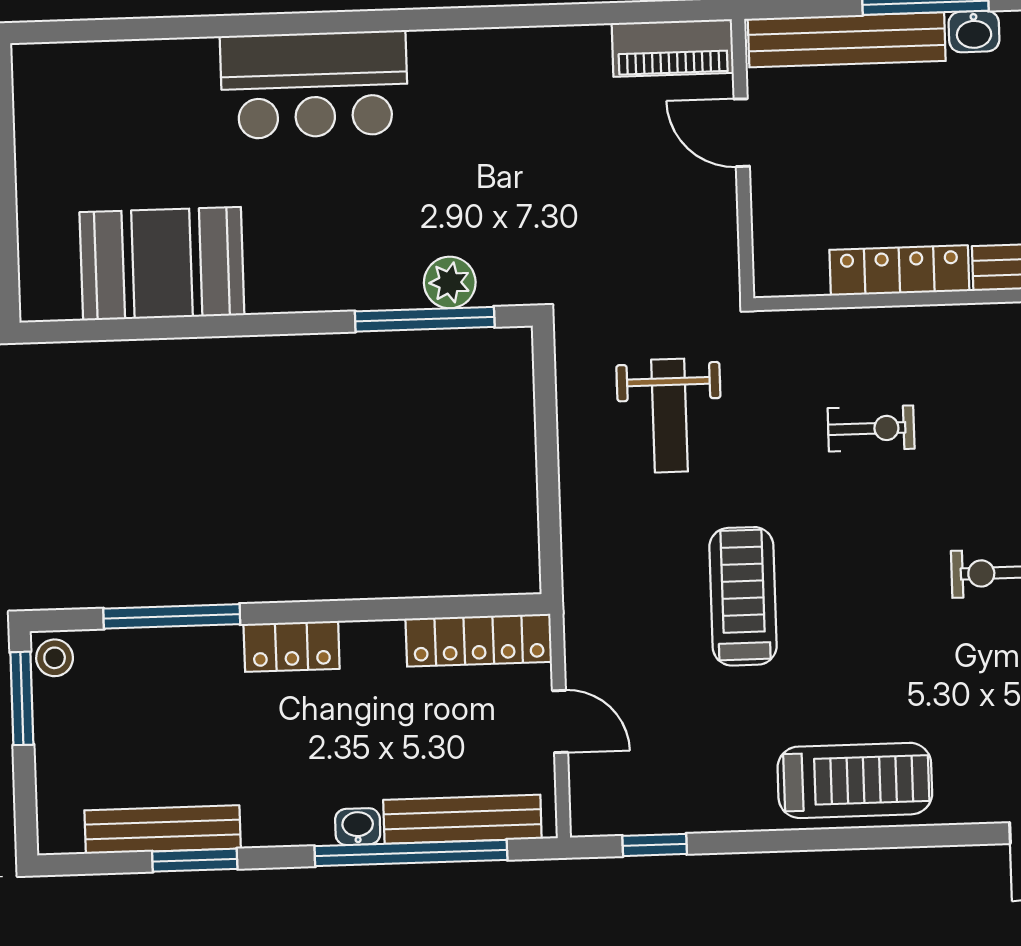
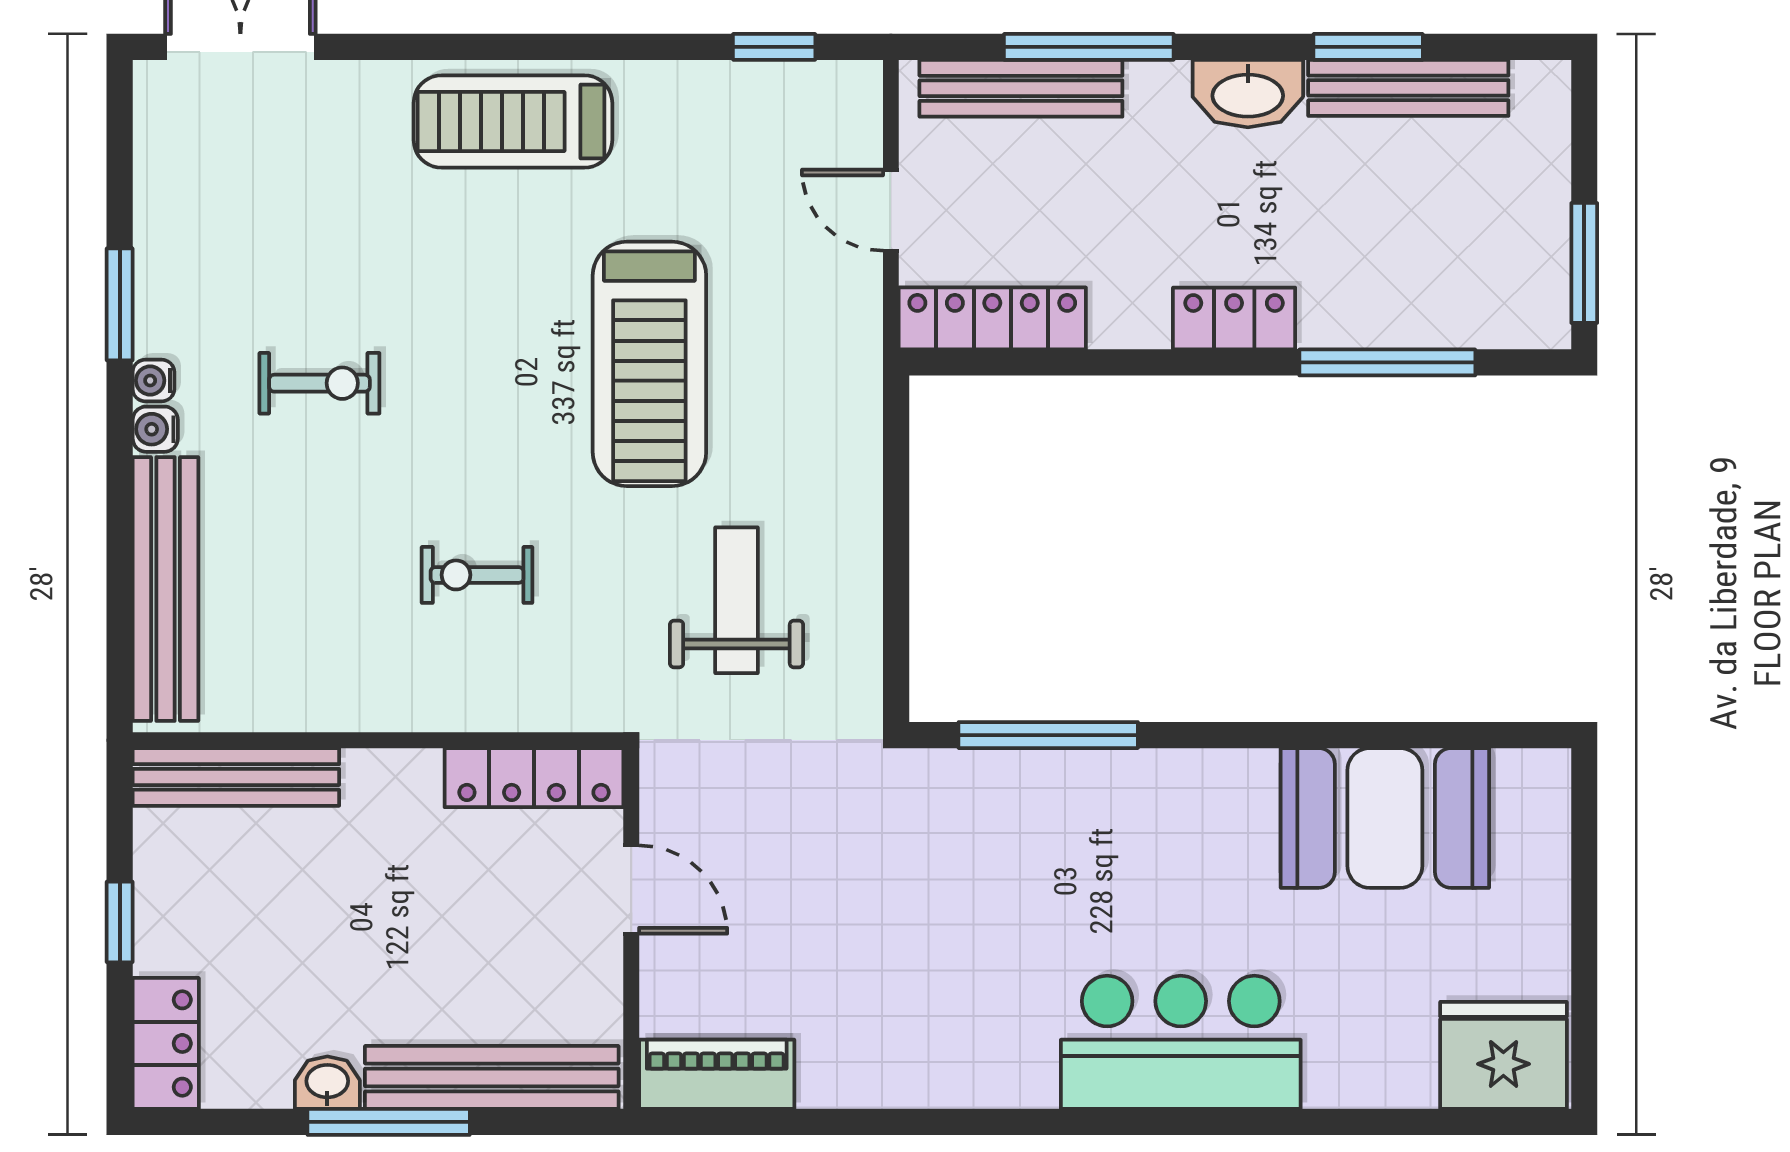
fridge: (64, 83) -> (1503, 1055), added
door: (742, 133) -> (631, 890), moved
locker: (899, 270) -> (534, 778), moved
plant: (450, 282) -> (1014, 781), removed
treadmill: (743, 596) -> (649, 364), width x1.37, depth x1.38
stool: (55, 658) -> (1540, 314), removed
washbasin: (358, 827) -> (1248, 94), moved, width x1.91, depth x1.45
window: (411, 853) -> (1089, 47), width x0.68

